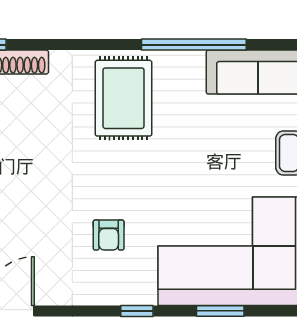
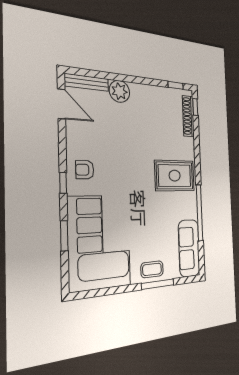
armchair: (109, 235) -> (85, 170), moved

